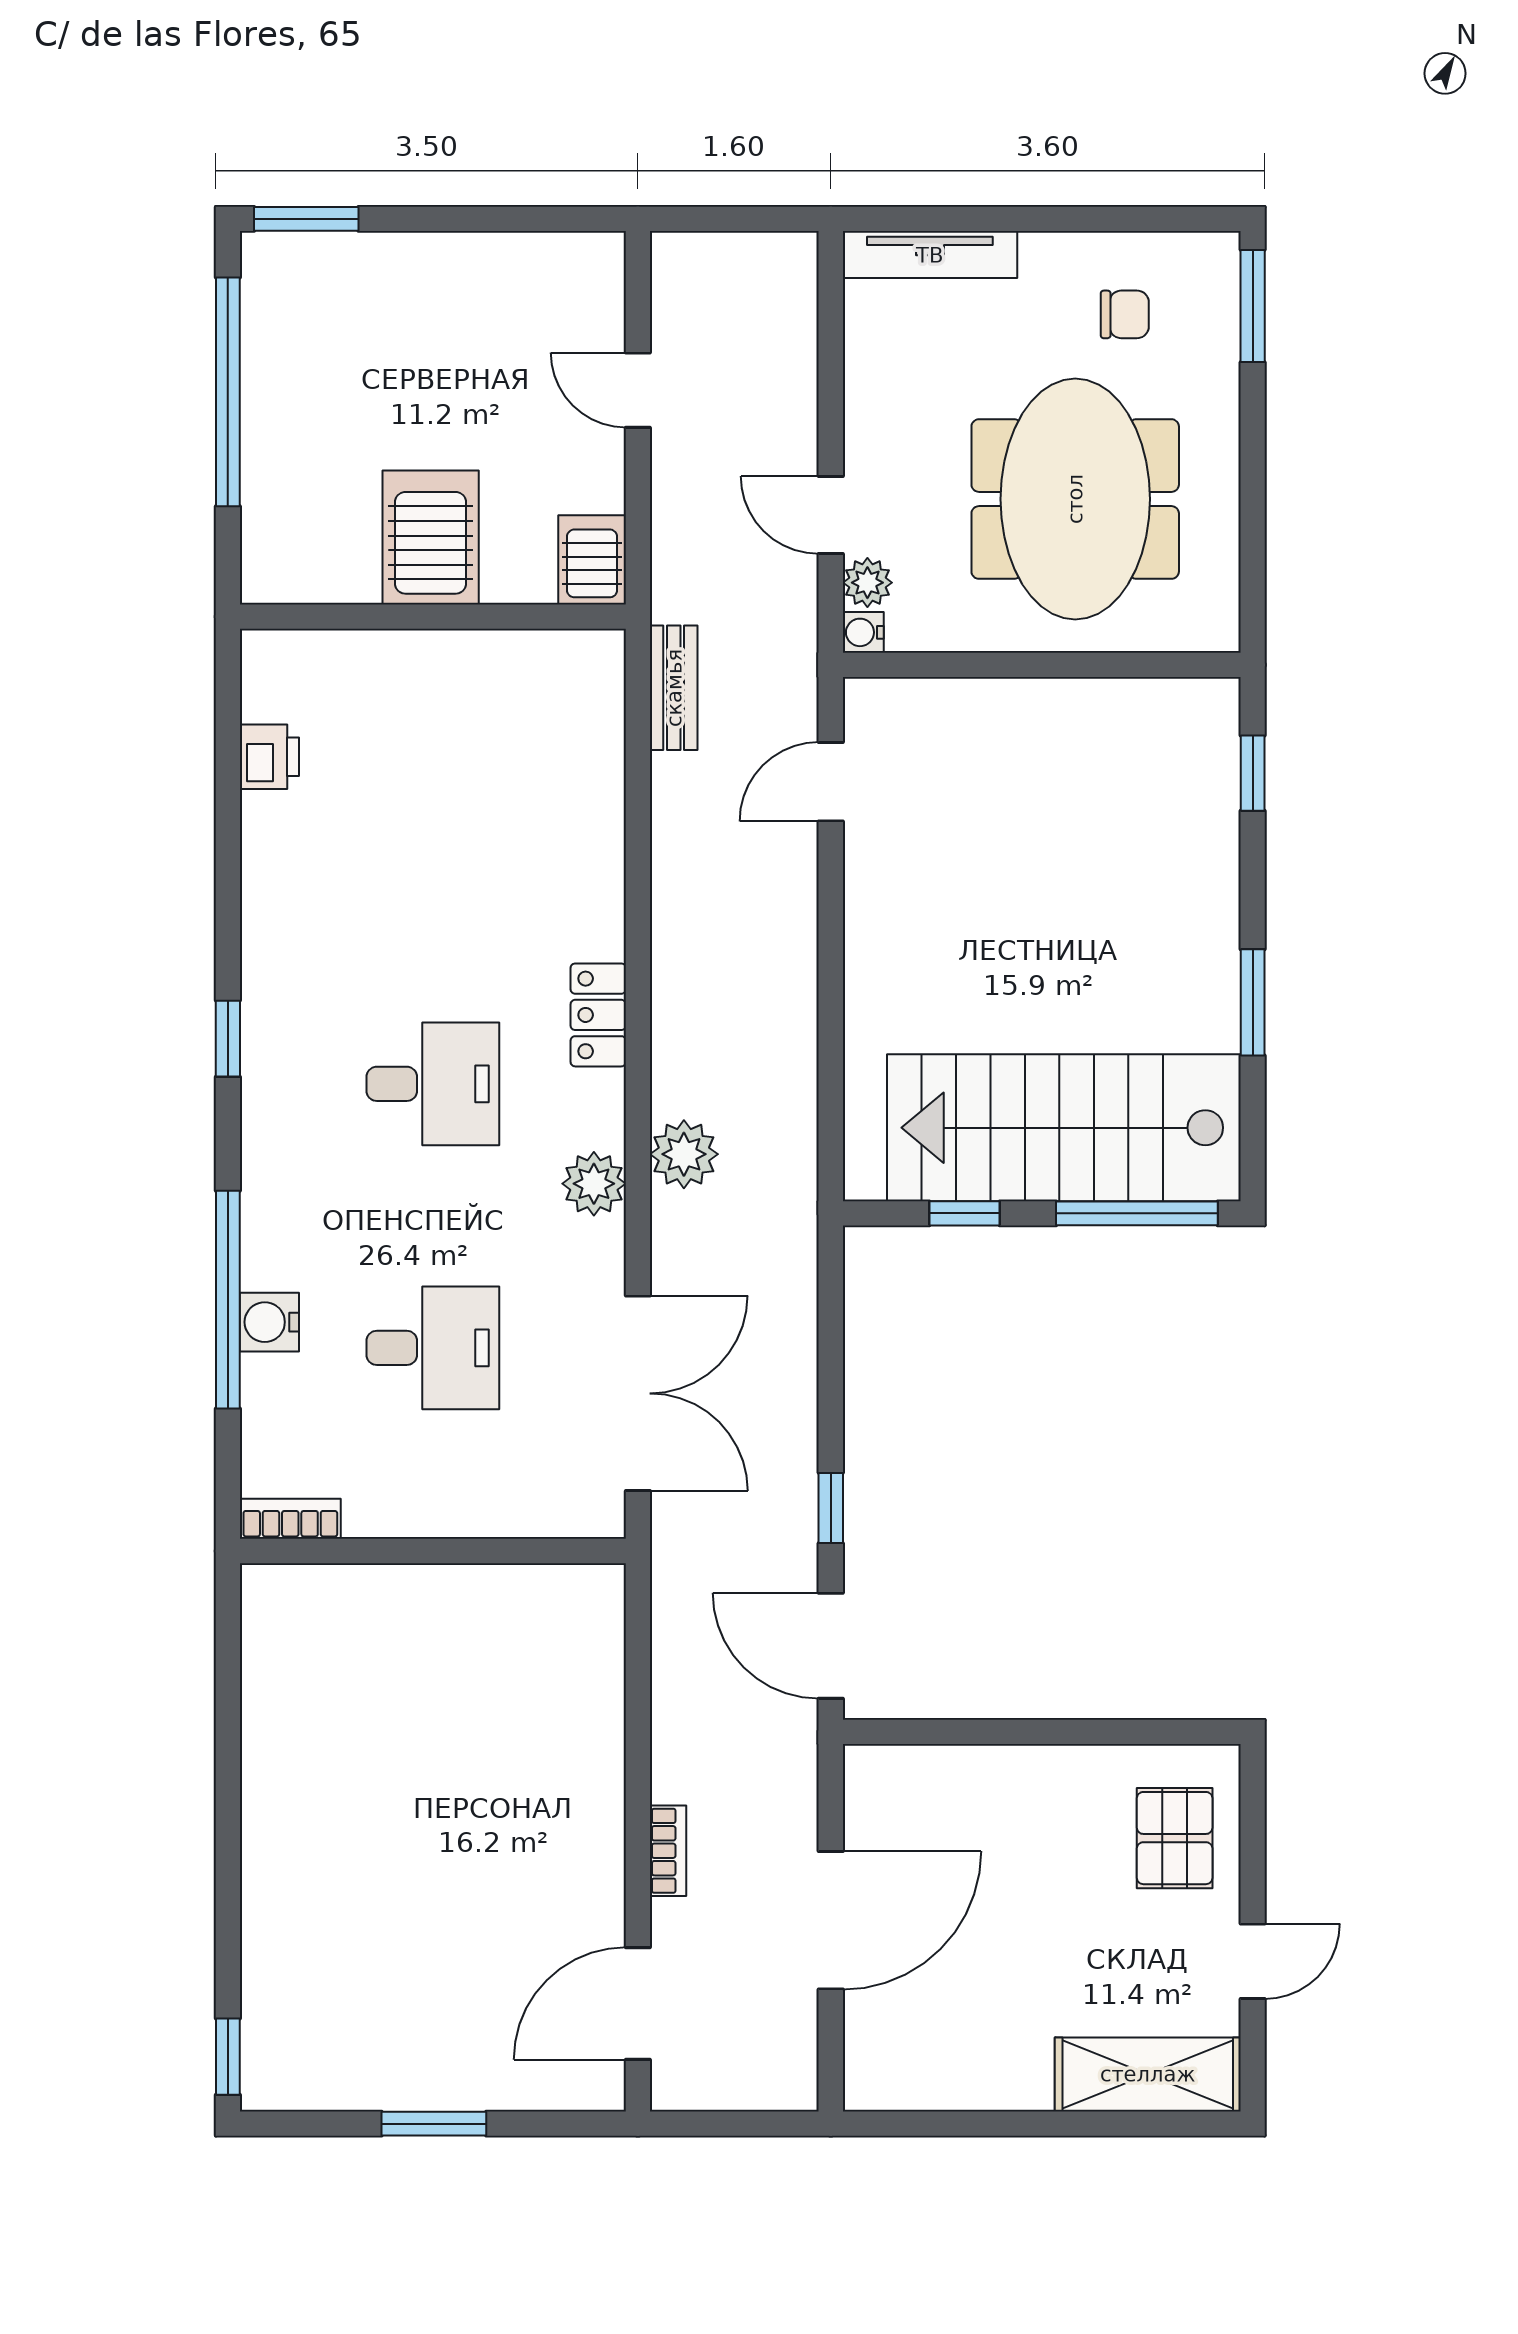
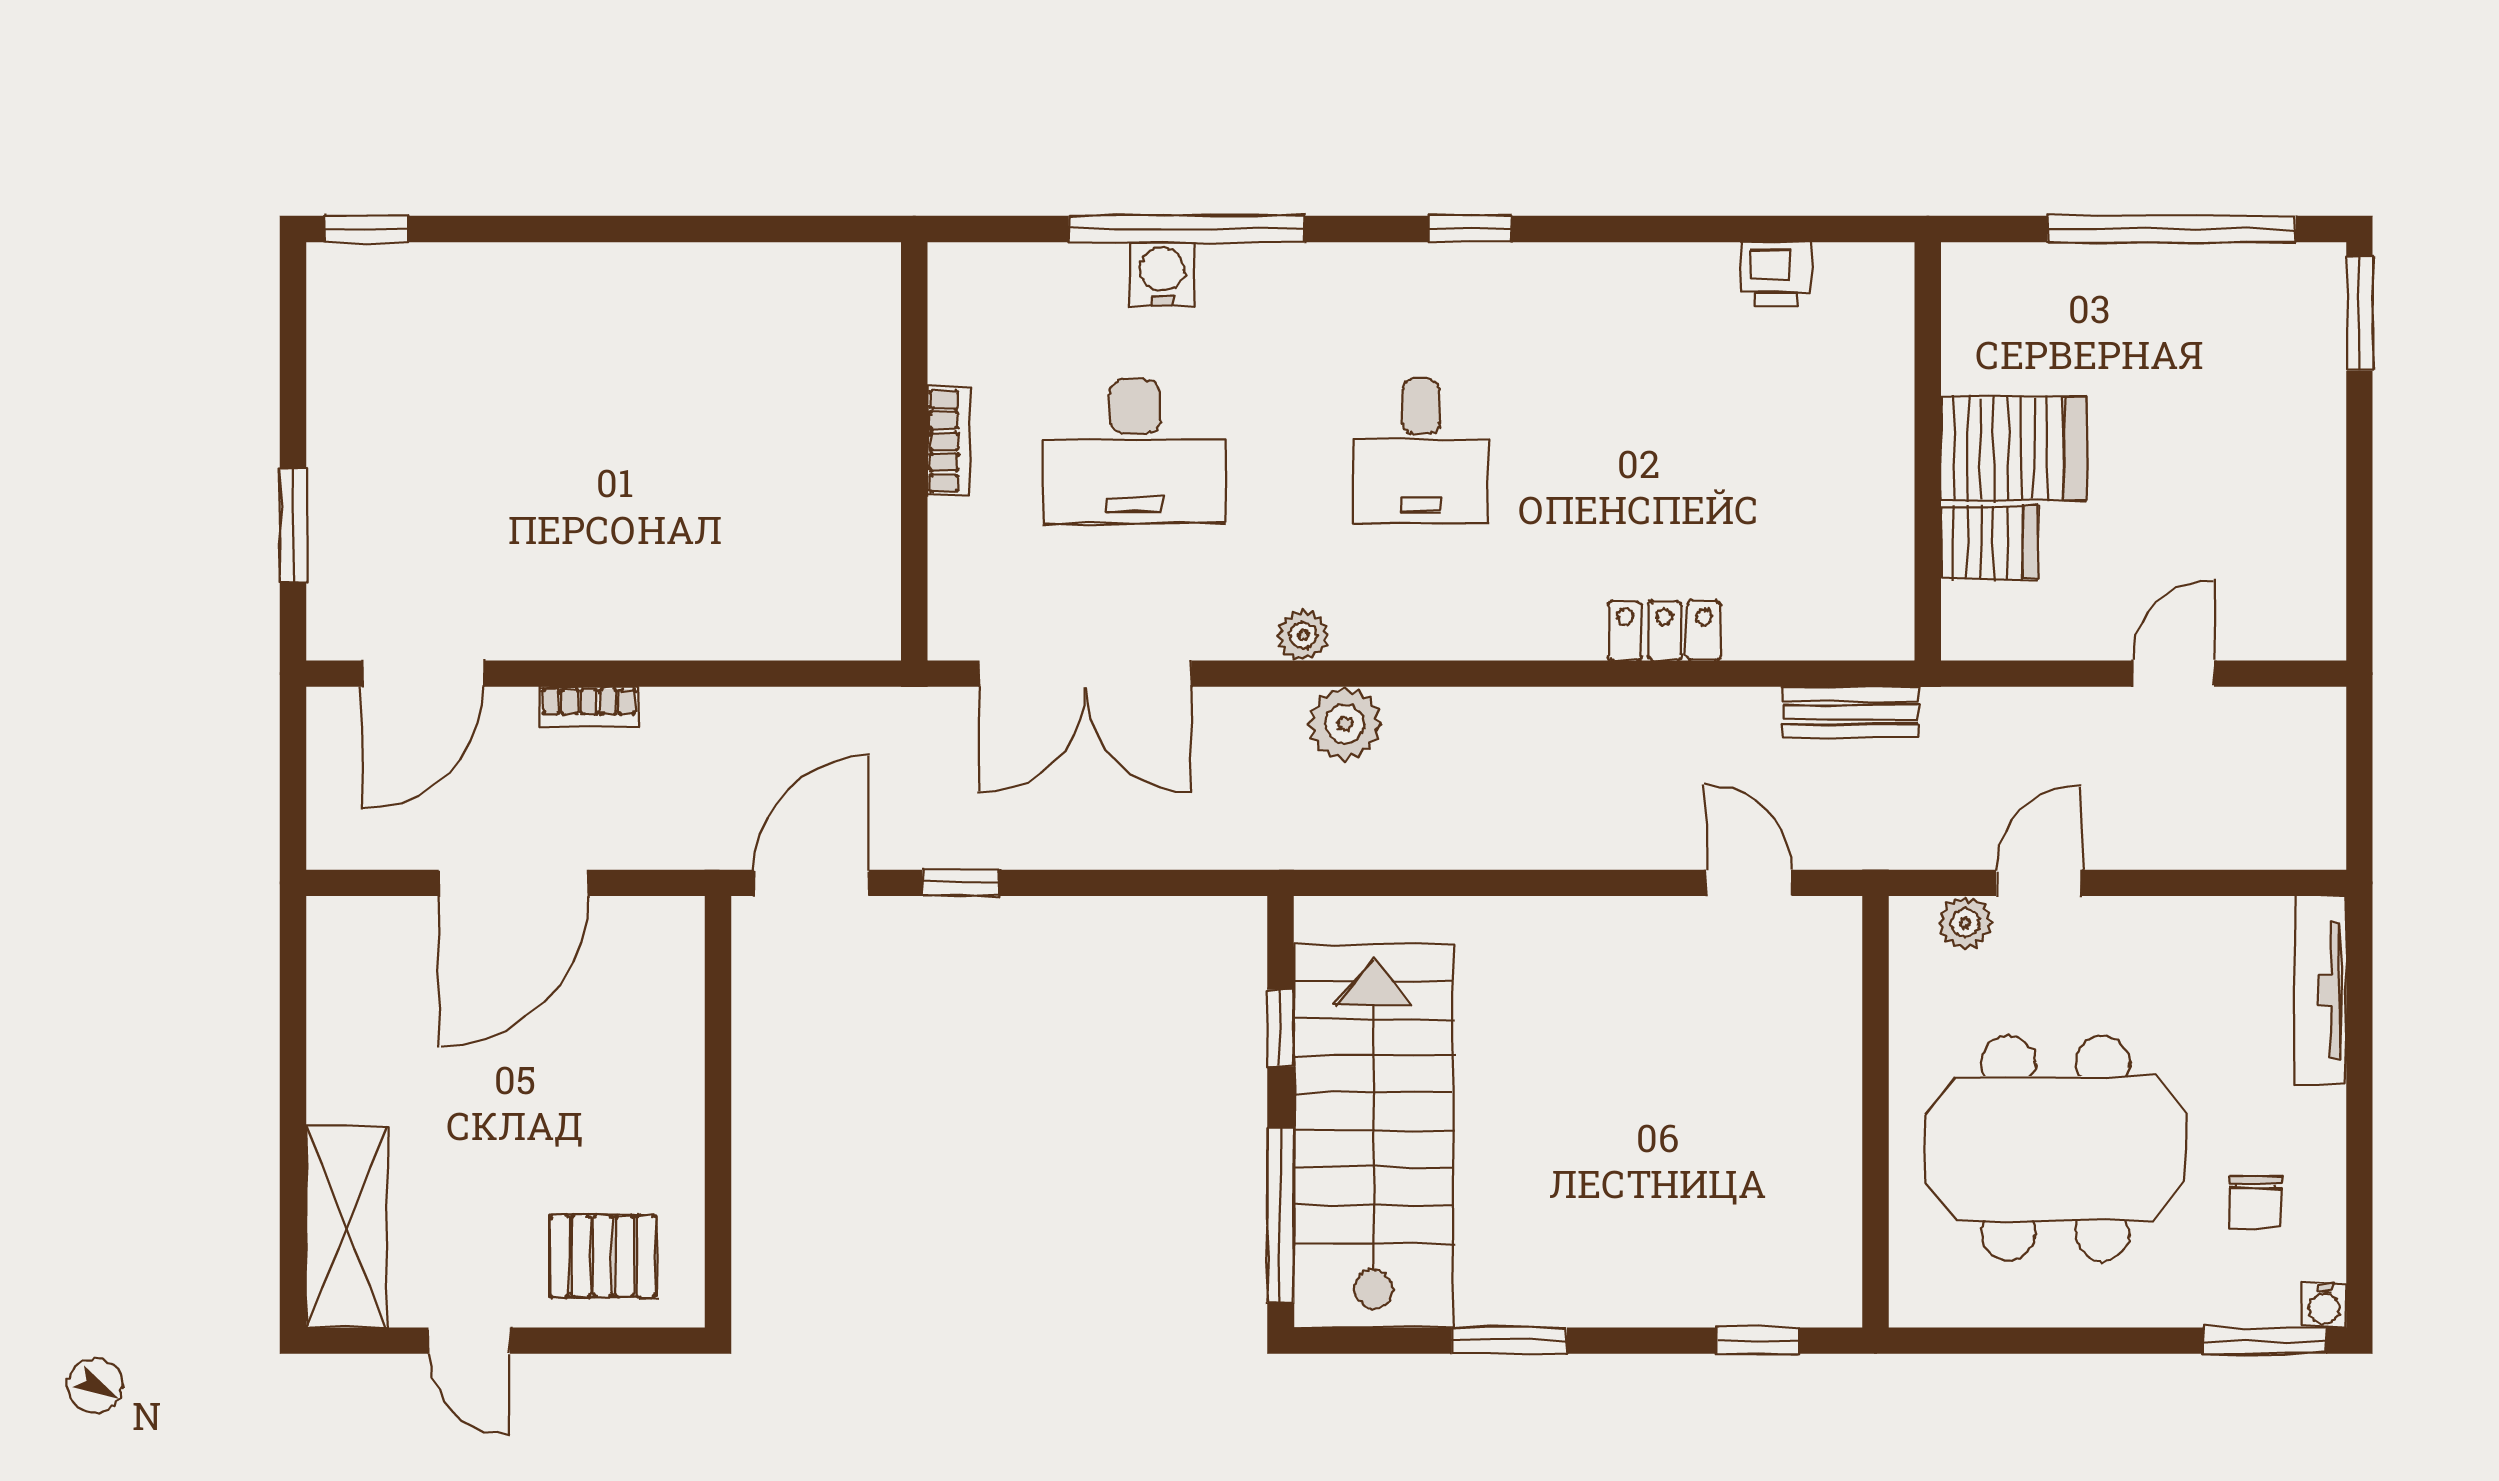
server rack: (592, 560) -> (1989, 543), moved
water cooler: (863, 632) -> (2324, 1305), moved, turned 180
locker: (598, 1015) -> (1664, 631), moved
plant: (594, 1184) -> (1303, 635), width x0.73, depth x0.73
desk: (433, 1348) -> (1135, 451), width x1.37
bookcase: (290, 1519) -> (949, 441), moved
door: (831, 1920) -> (514, 883), hinge flipped
door: (638, 2003) -> (423, 674), swing flipped
window: (434, 2124) -> (293, 525), moved

